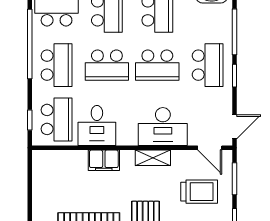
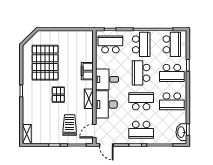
school desk: (57, 65) -> (141, 44), turned -90
school desk: (157, 65) -> (141, 101), turned 90
school desk: (57, 119) -> (110, 44), turned 180
desk: (97, 125) -> (107, 79), moved
trolley: (199, 192) -> (70, 125), turned 180

